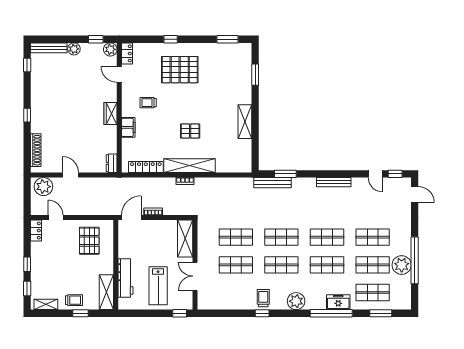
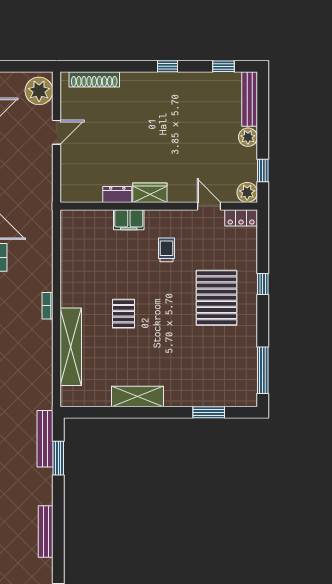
window: (227, 39) -> (263, 370), width x1.44
door: (119, 75) -> (209, 206), hinge flipped
window: (27, 115) -> (167, 66), moved
dresser: (112, 163) -> (117, 195), moved
shelving: (190, 166) -> (71, 347), moved
locker: (146, 167) -> (69, 246), removed

